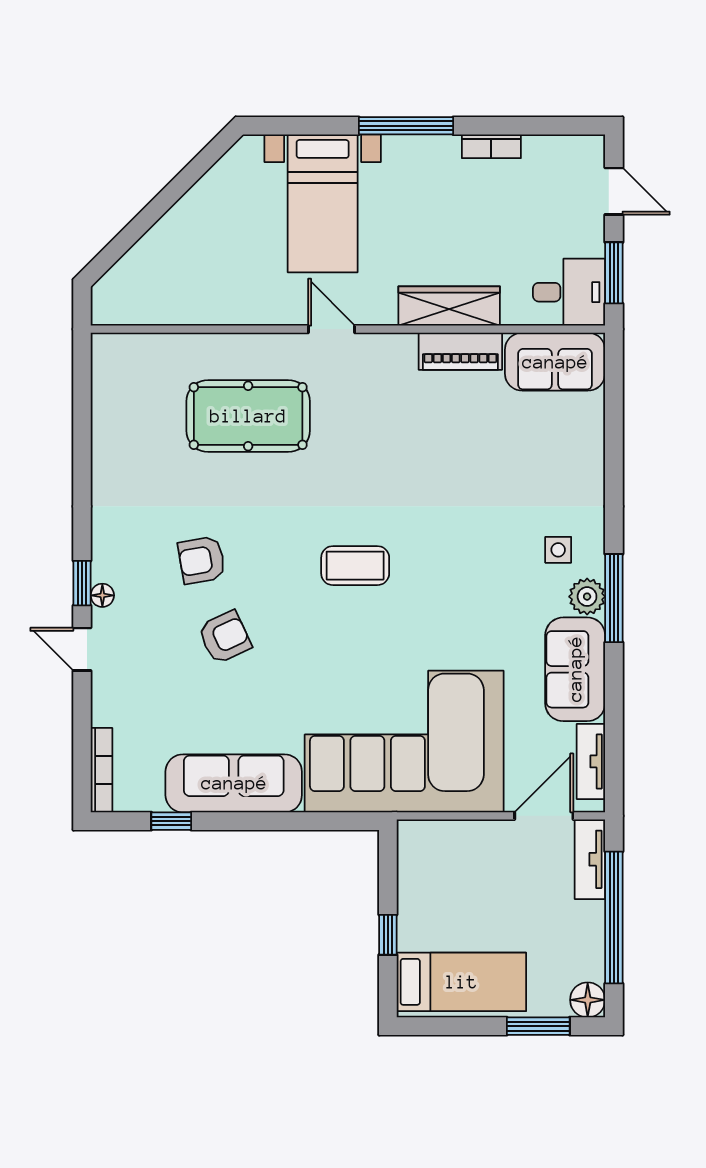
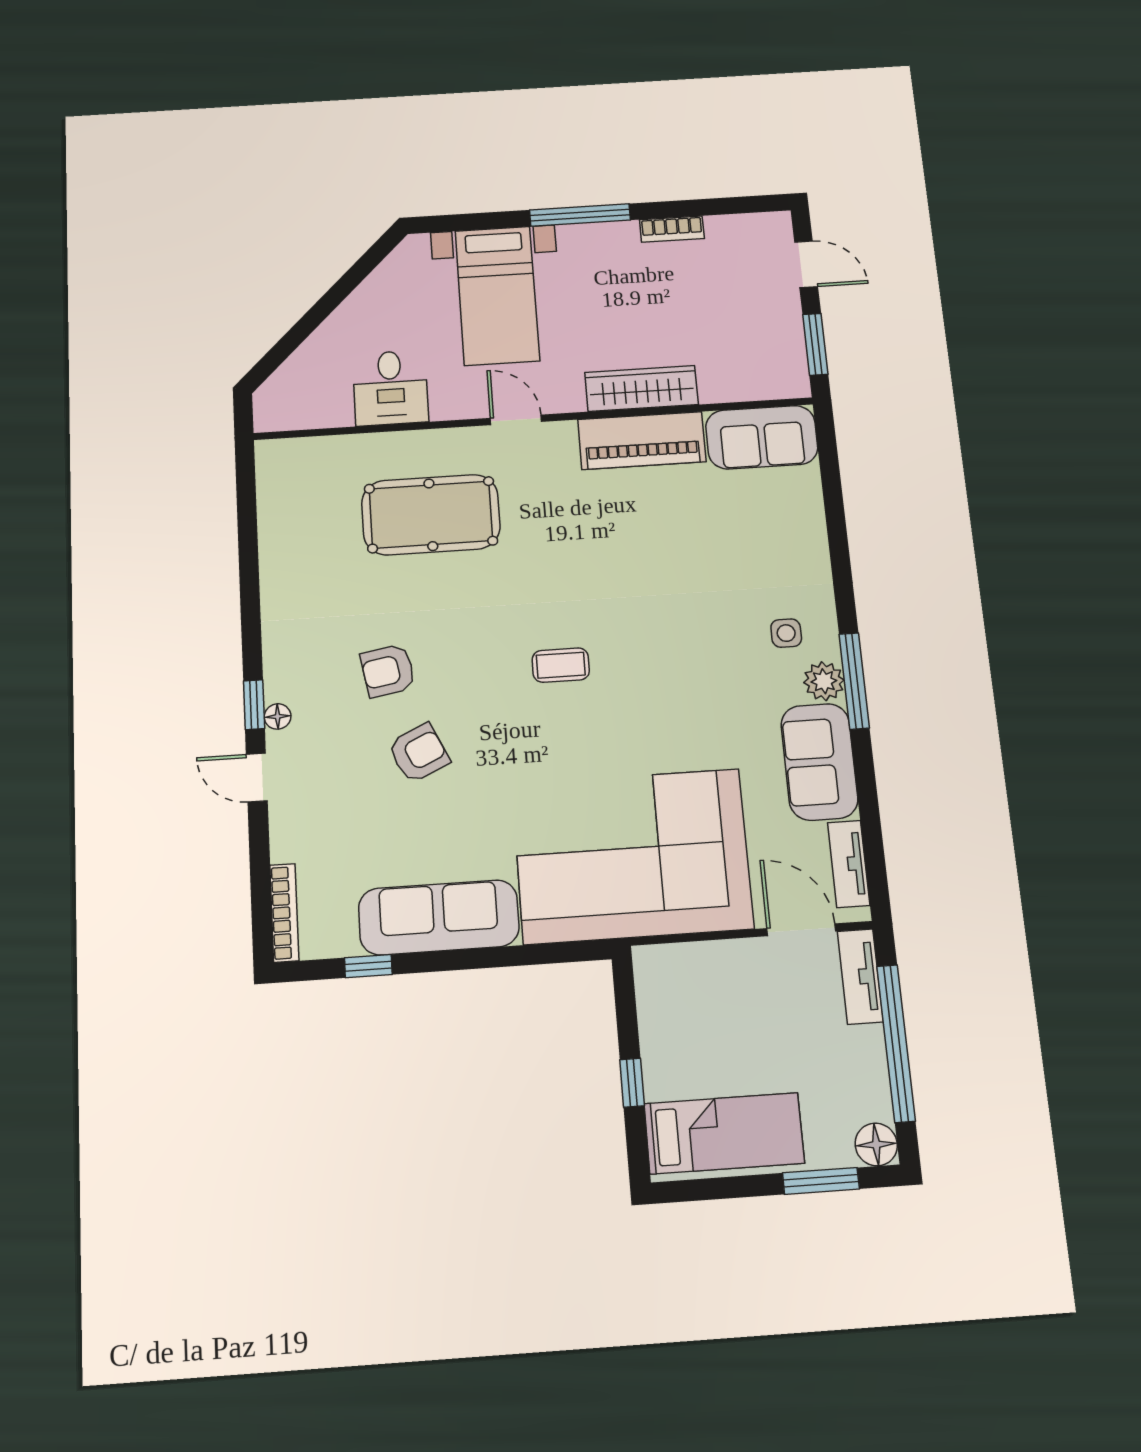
desk: (569, 292) -> (390, 388), moved, turned 90
piano: (460, 351) -> (642, 441), width x1.37, depth x1.33
coffee table: (355, 566) -> (561, 665), width x0.73, depth x0.77
door: (544, 816) -> (801, 930), hinge flipped

